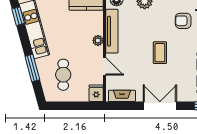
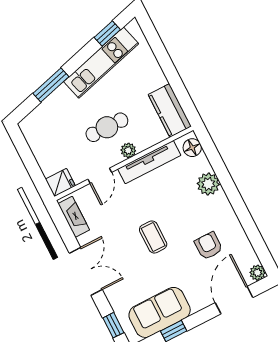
coffee table: (160, 53) -> (153, 237), turned 90
cafe table: (63, 75) -> (107, 127), moved

